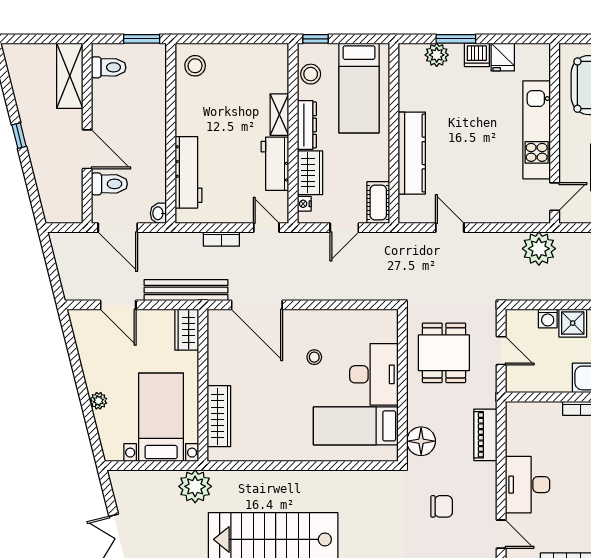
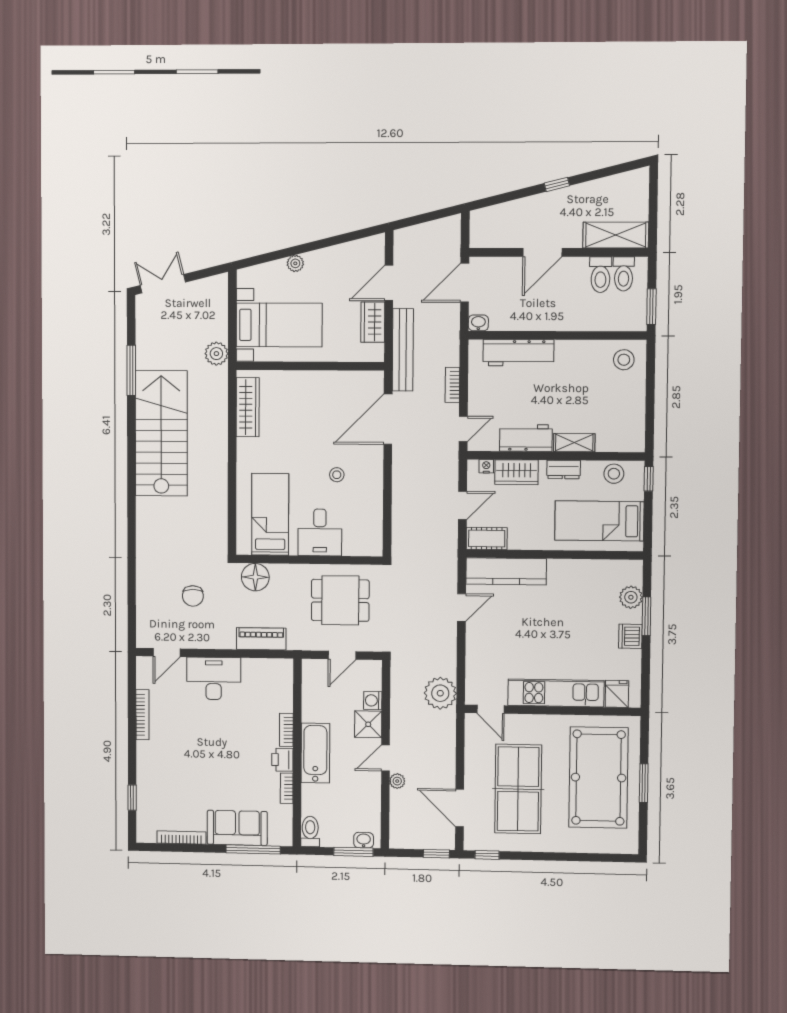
fridge: (503, 57) -> (617, 694), moved, turned 90
dresser: (307, 125) -> (564, 469), width x0.70
kitchen counter: (412, 153) -> (506, 571), moved
toilet: (109, 184) -> (601, 275), moved
door: (344, 228) -> (463, 505), swing flipped
wardrobe: (187, 330) -> (373, 322), moved, turned -90
desk: (374, 374) -> (320, 532), width x0.73
wardrobe: (219, 416) -> (248, 407), moved, turned -90
plant: (195, 486) -> (216, 354), width x0.73, depth x0.73

